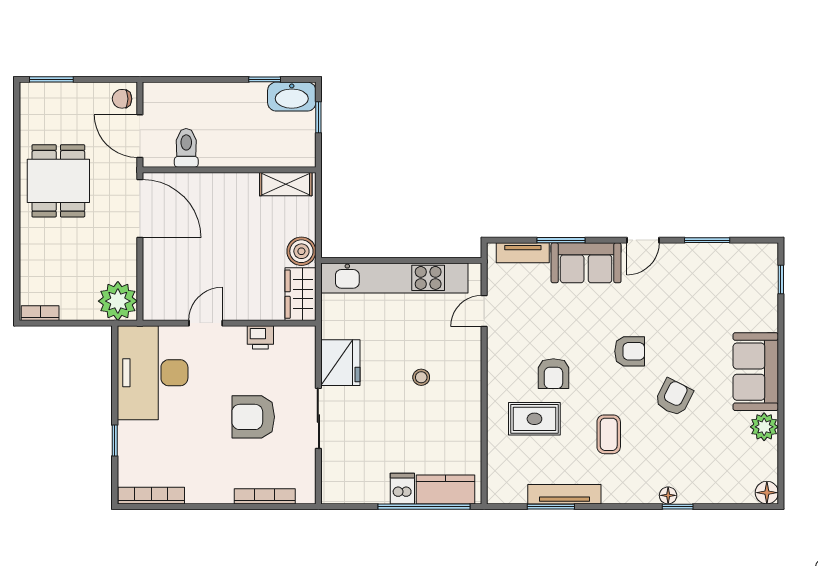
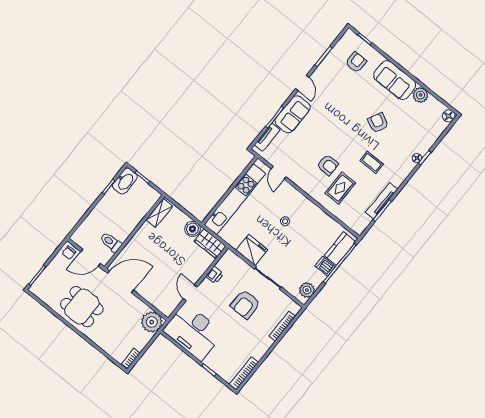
armchair: (630, 351) -> (356, 62), moved
plant: (346, 490) -> (307, 290), added

